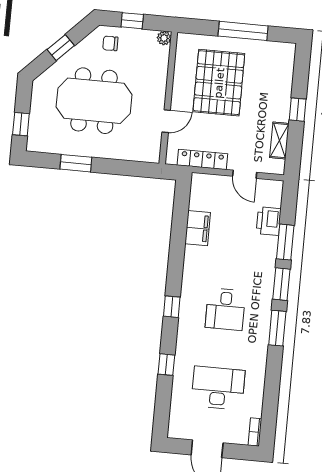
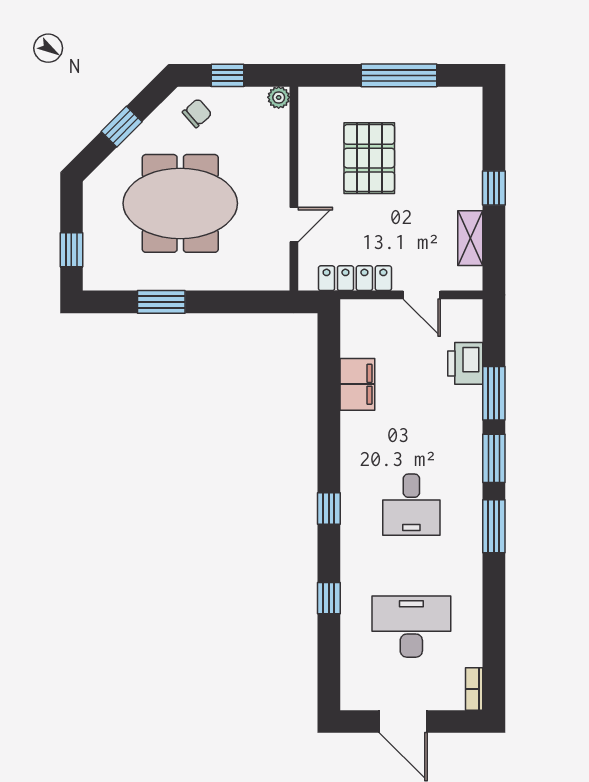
chair: (110, 43) -> (197, 113), turned 139
pallet: (219, 83) -> (369, 158), width x0.73, depth x0.71

